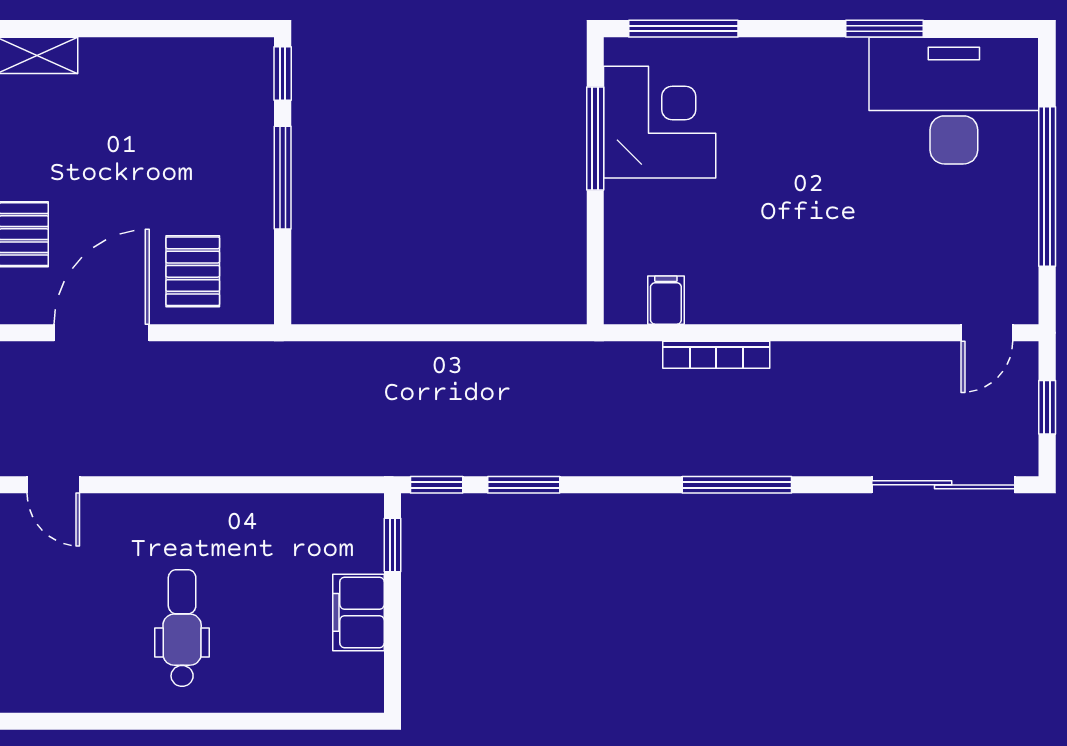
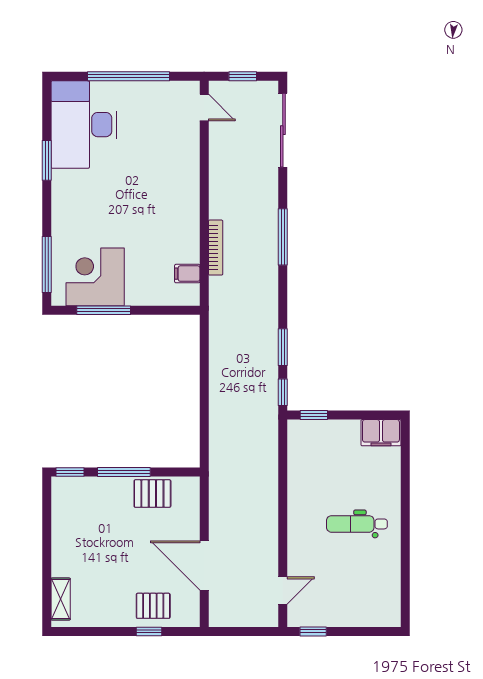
pallet: (193, 271) -> (152, 494), moved
filing cabinet: (358, 612) -> (381, 433), moved

